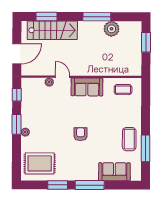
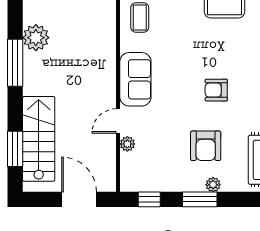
armchair: (48, 128) -> (206, 146), added

